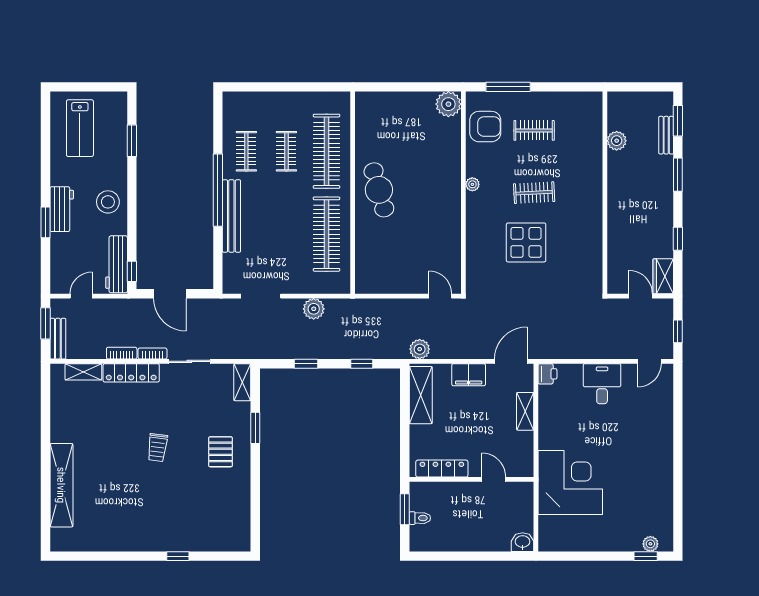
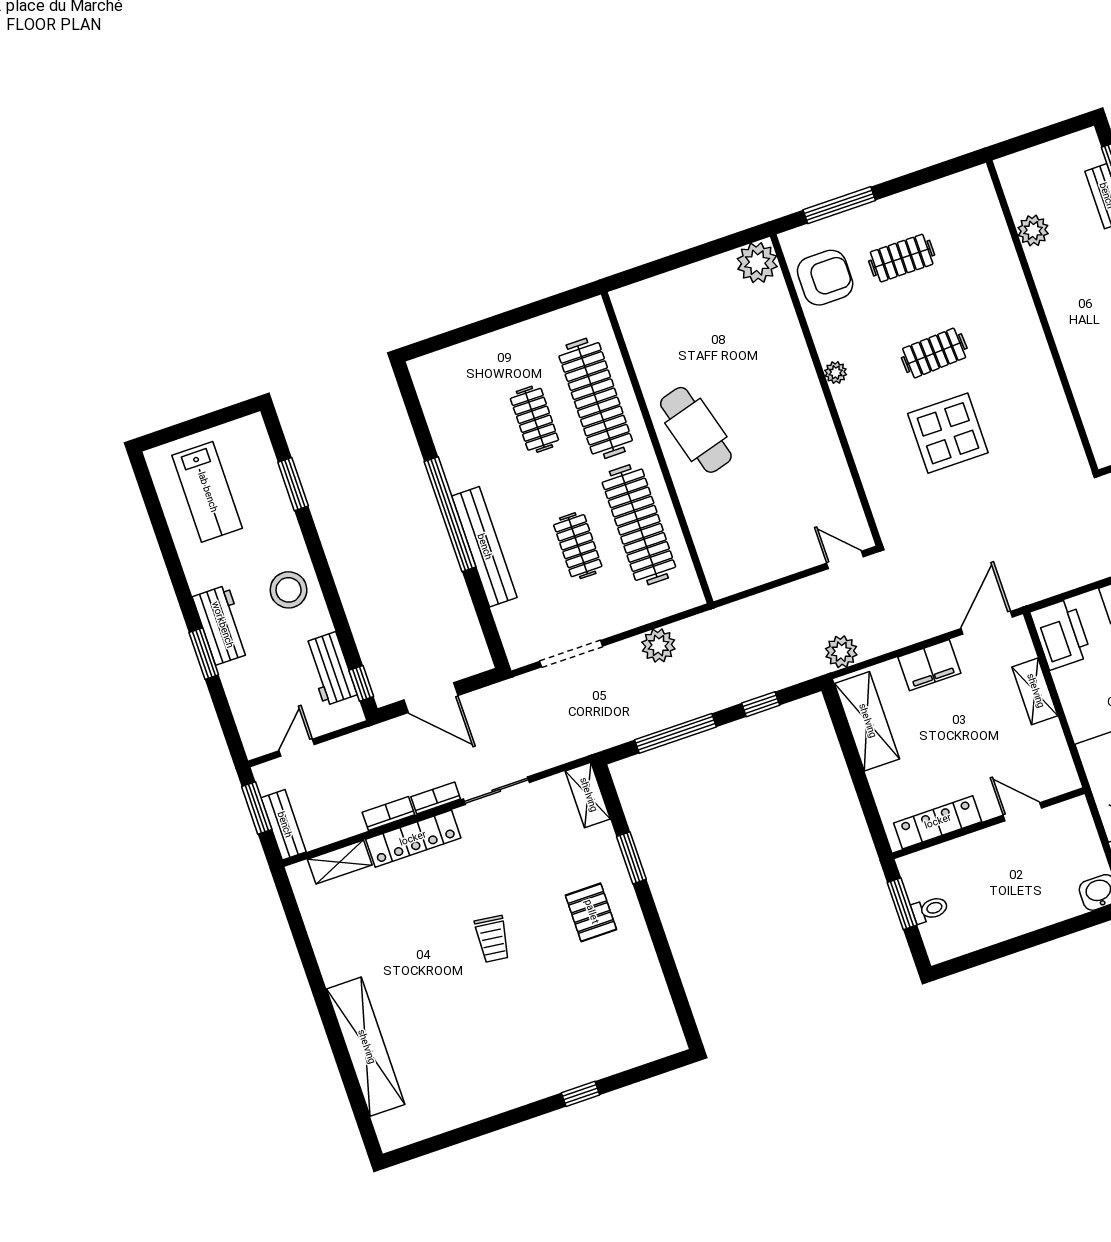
clothes rail: (246, 151) -> (578, 546), moved
workbench: (117, 264) -> (330, 669), width x0.73
window: (306, 364) -> (675, 733), width x2.17
printer: (547, 374) -> (1061, 634), width x1.87, depth x1.48

